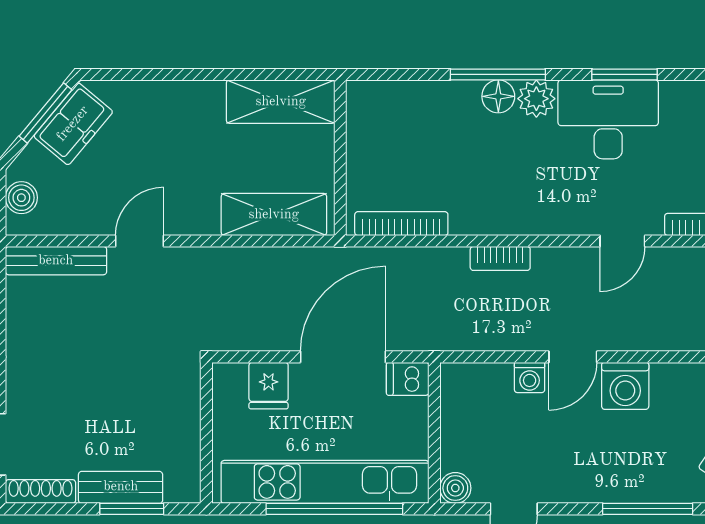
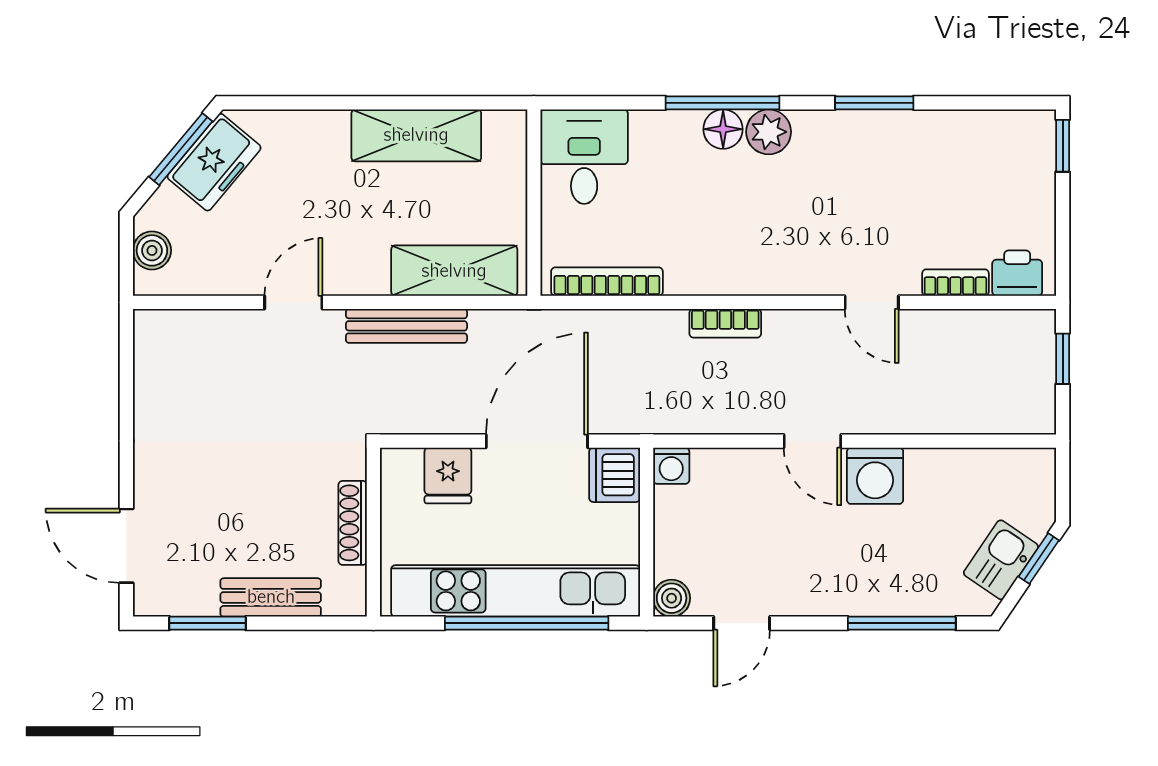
shelving: (281, 102) -> (416, 135), moved
desk: (608, 119) -> (584, 157), moved, width x0.73
door: (622, 241) -> (872, 302), hinge flipped
bench: (56, 261) -> (406, 326), moved
door: (573, 357) -> (812, 441), hinge flipped
washing machine: (530, 377) -> (671, 466), moved
dishwasher: (408, 379) -> (615, 475), width x1.38
shoe rack: (41, 492) -> (353, 523), moved, turned -90
window: (132, 509) -> (207, 623), moved

